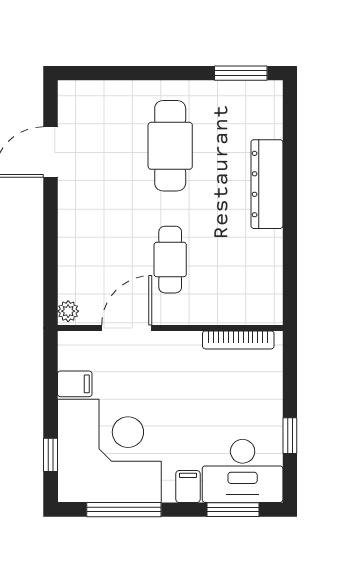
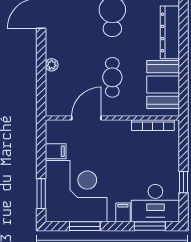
booth: (256, 271) -> (163, 84), added
plant: (68, 311) -> (52, 65), moved
window: (51, 455) -> (41, 194), width x1.50
window: (124, 510) -> (85, 226), width x0.69

